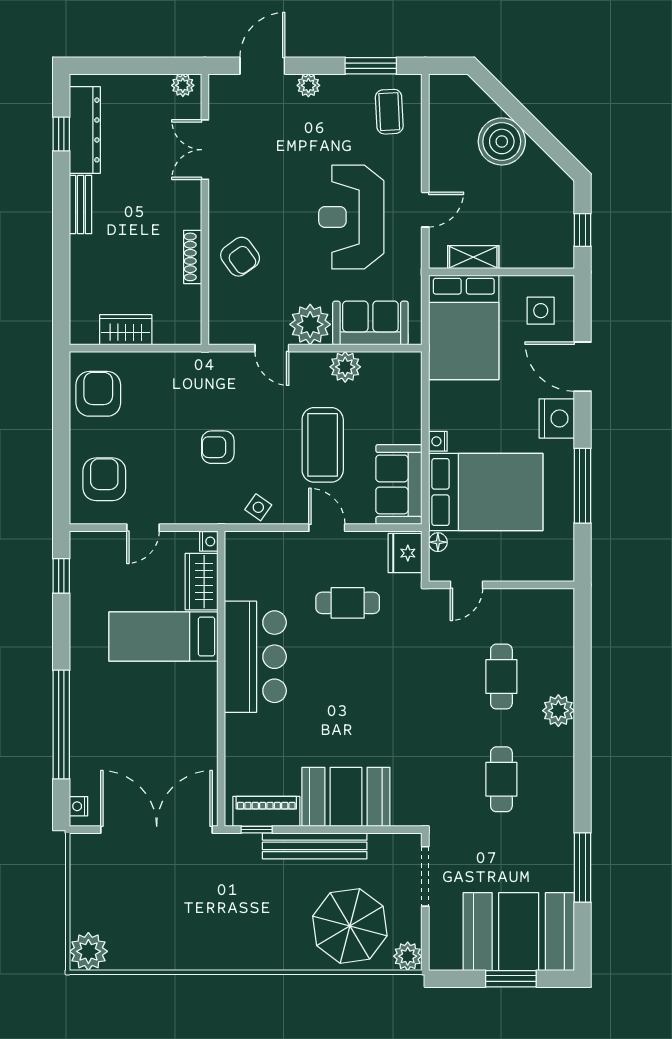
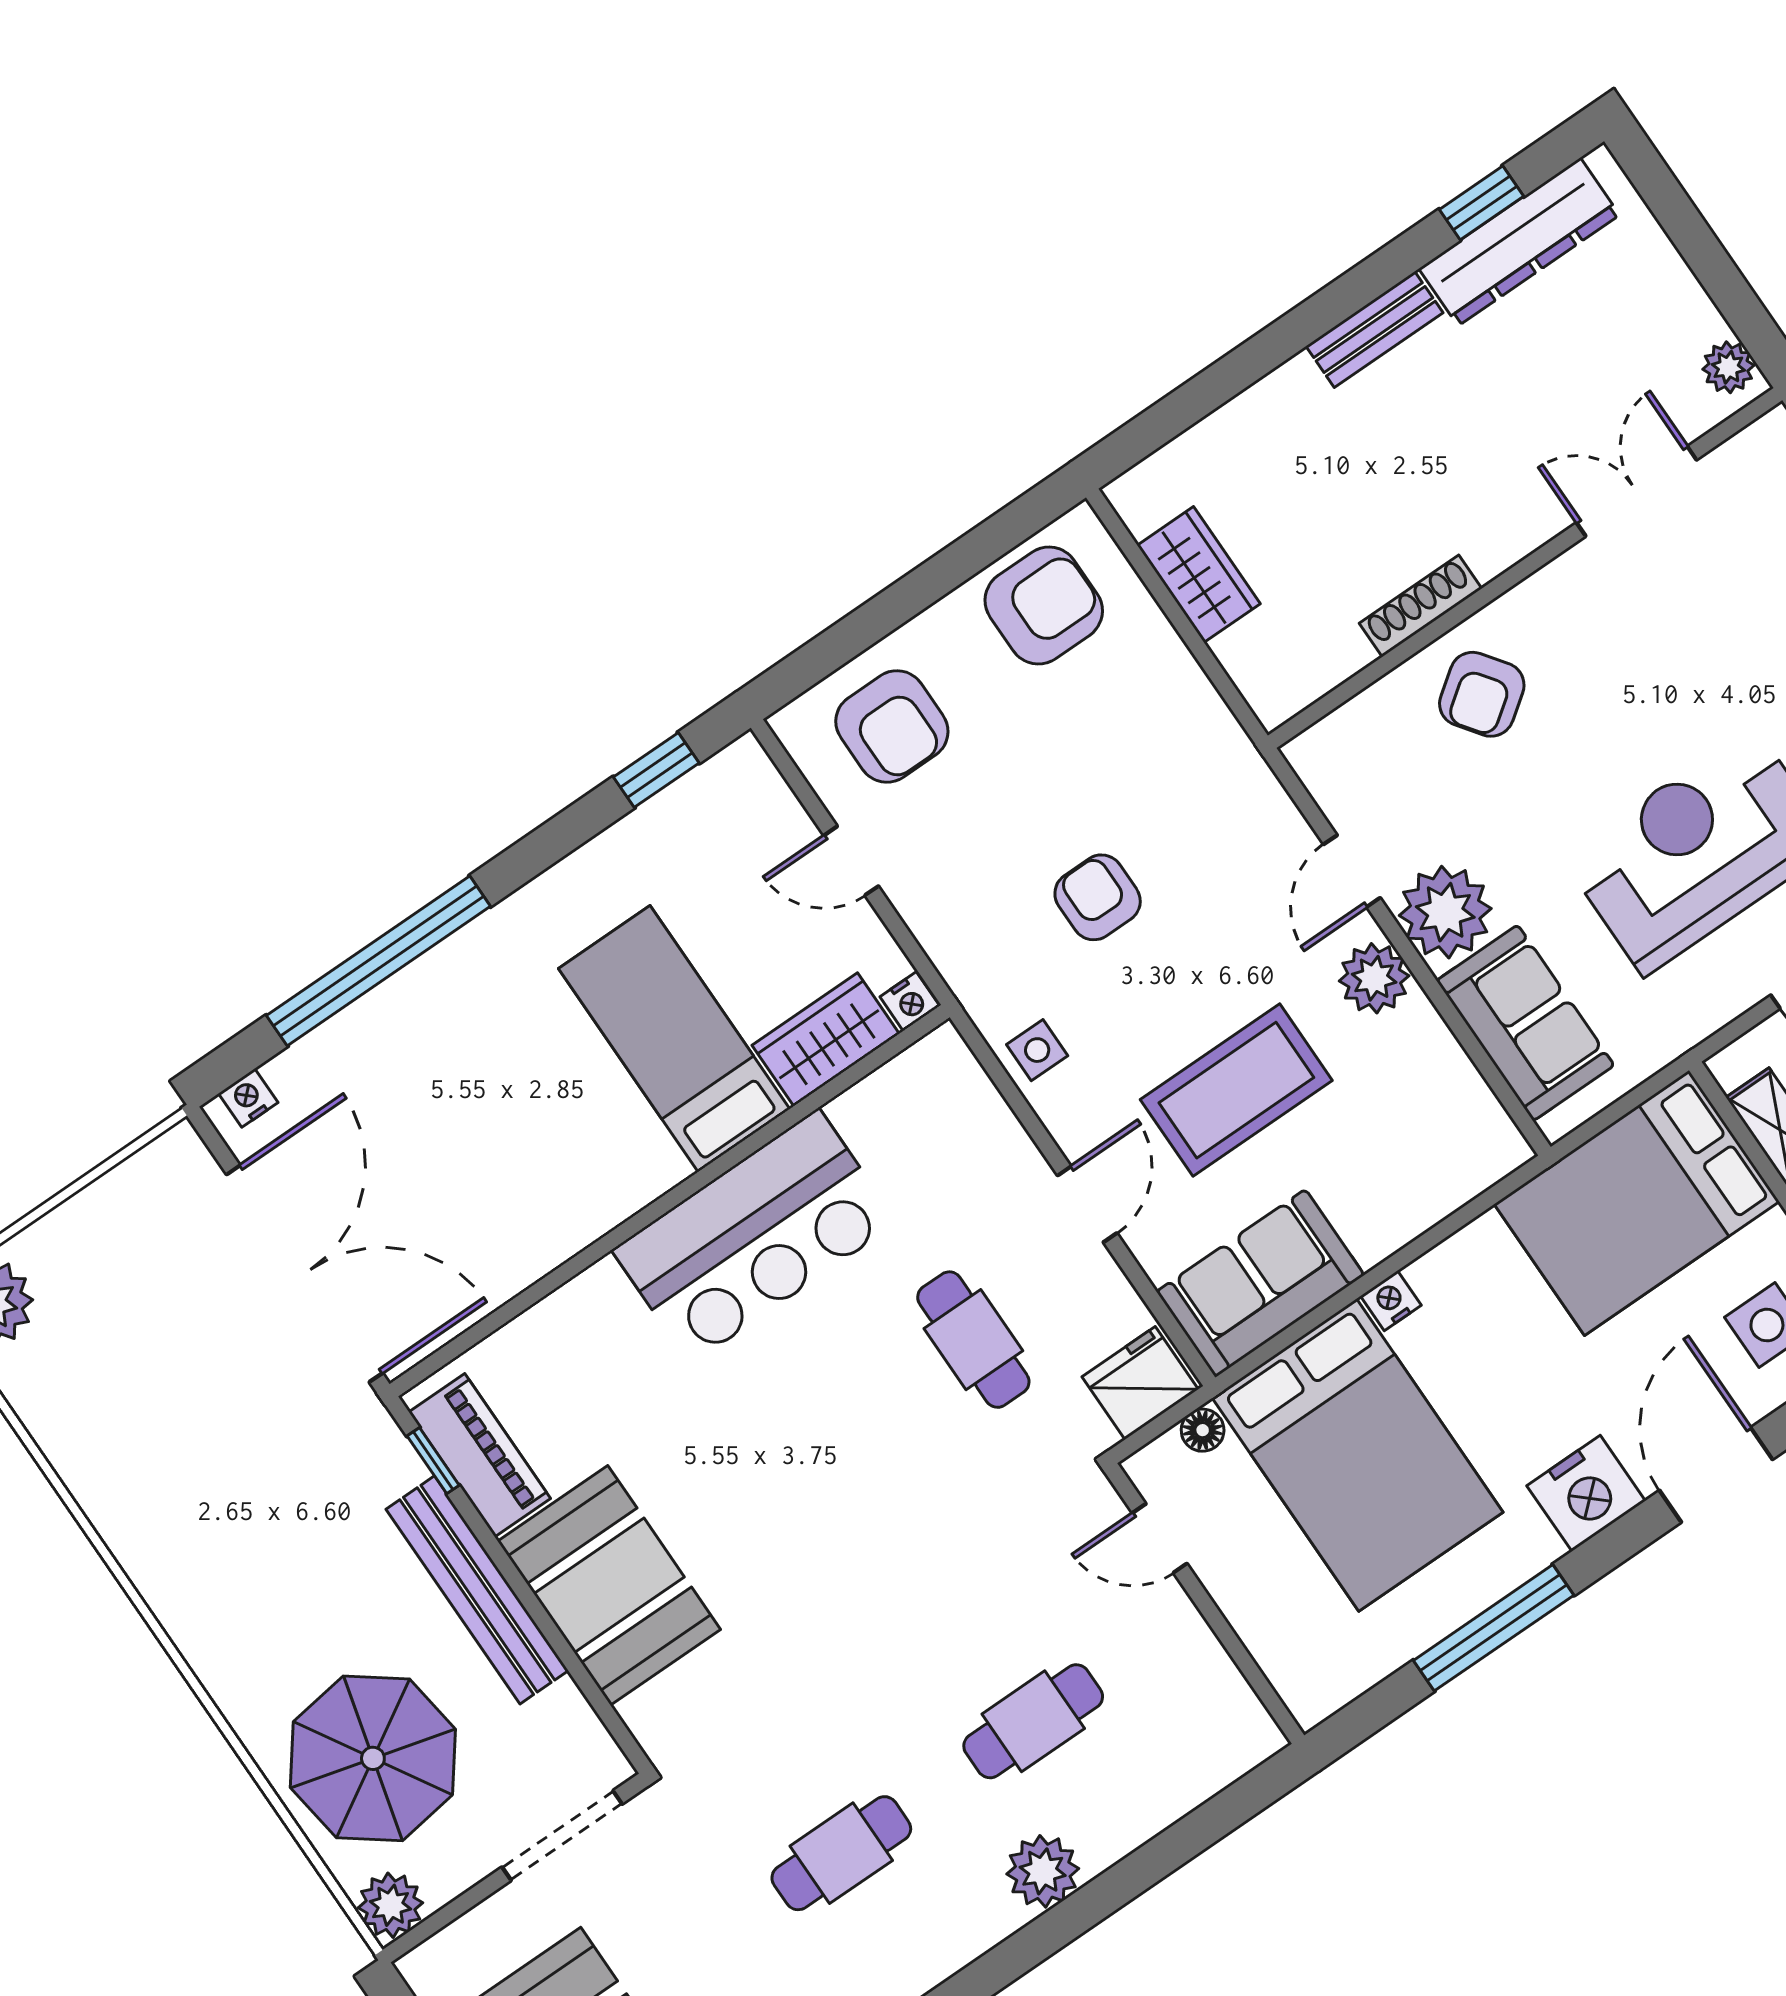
plant: (345, 367) -> (1374, 978), moved
armchair: (104, 479) -> (892, 726), turned 90
side table: (258, 507) -> (1037, 1050), turned -35

